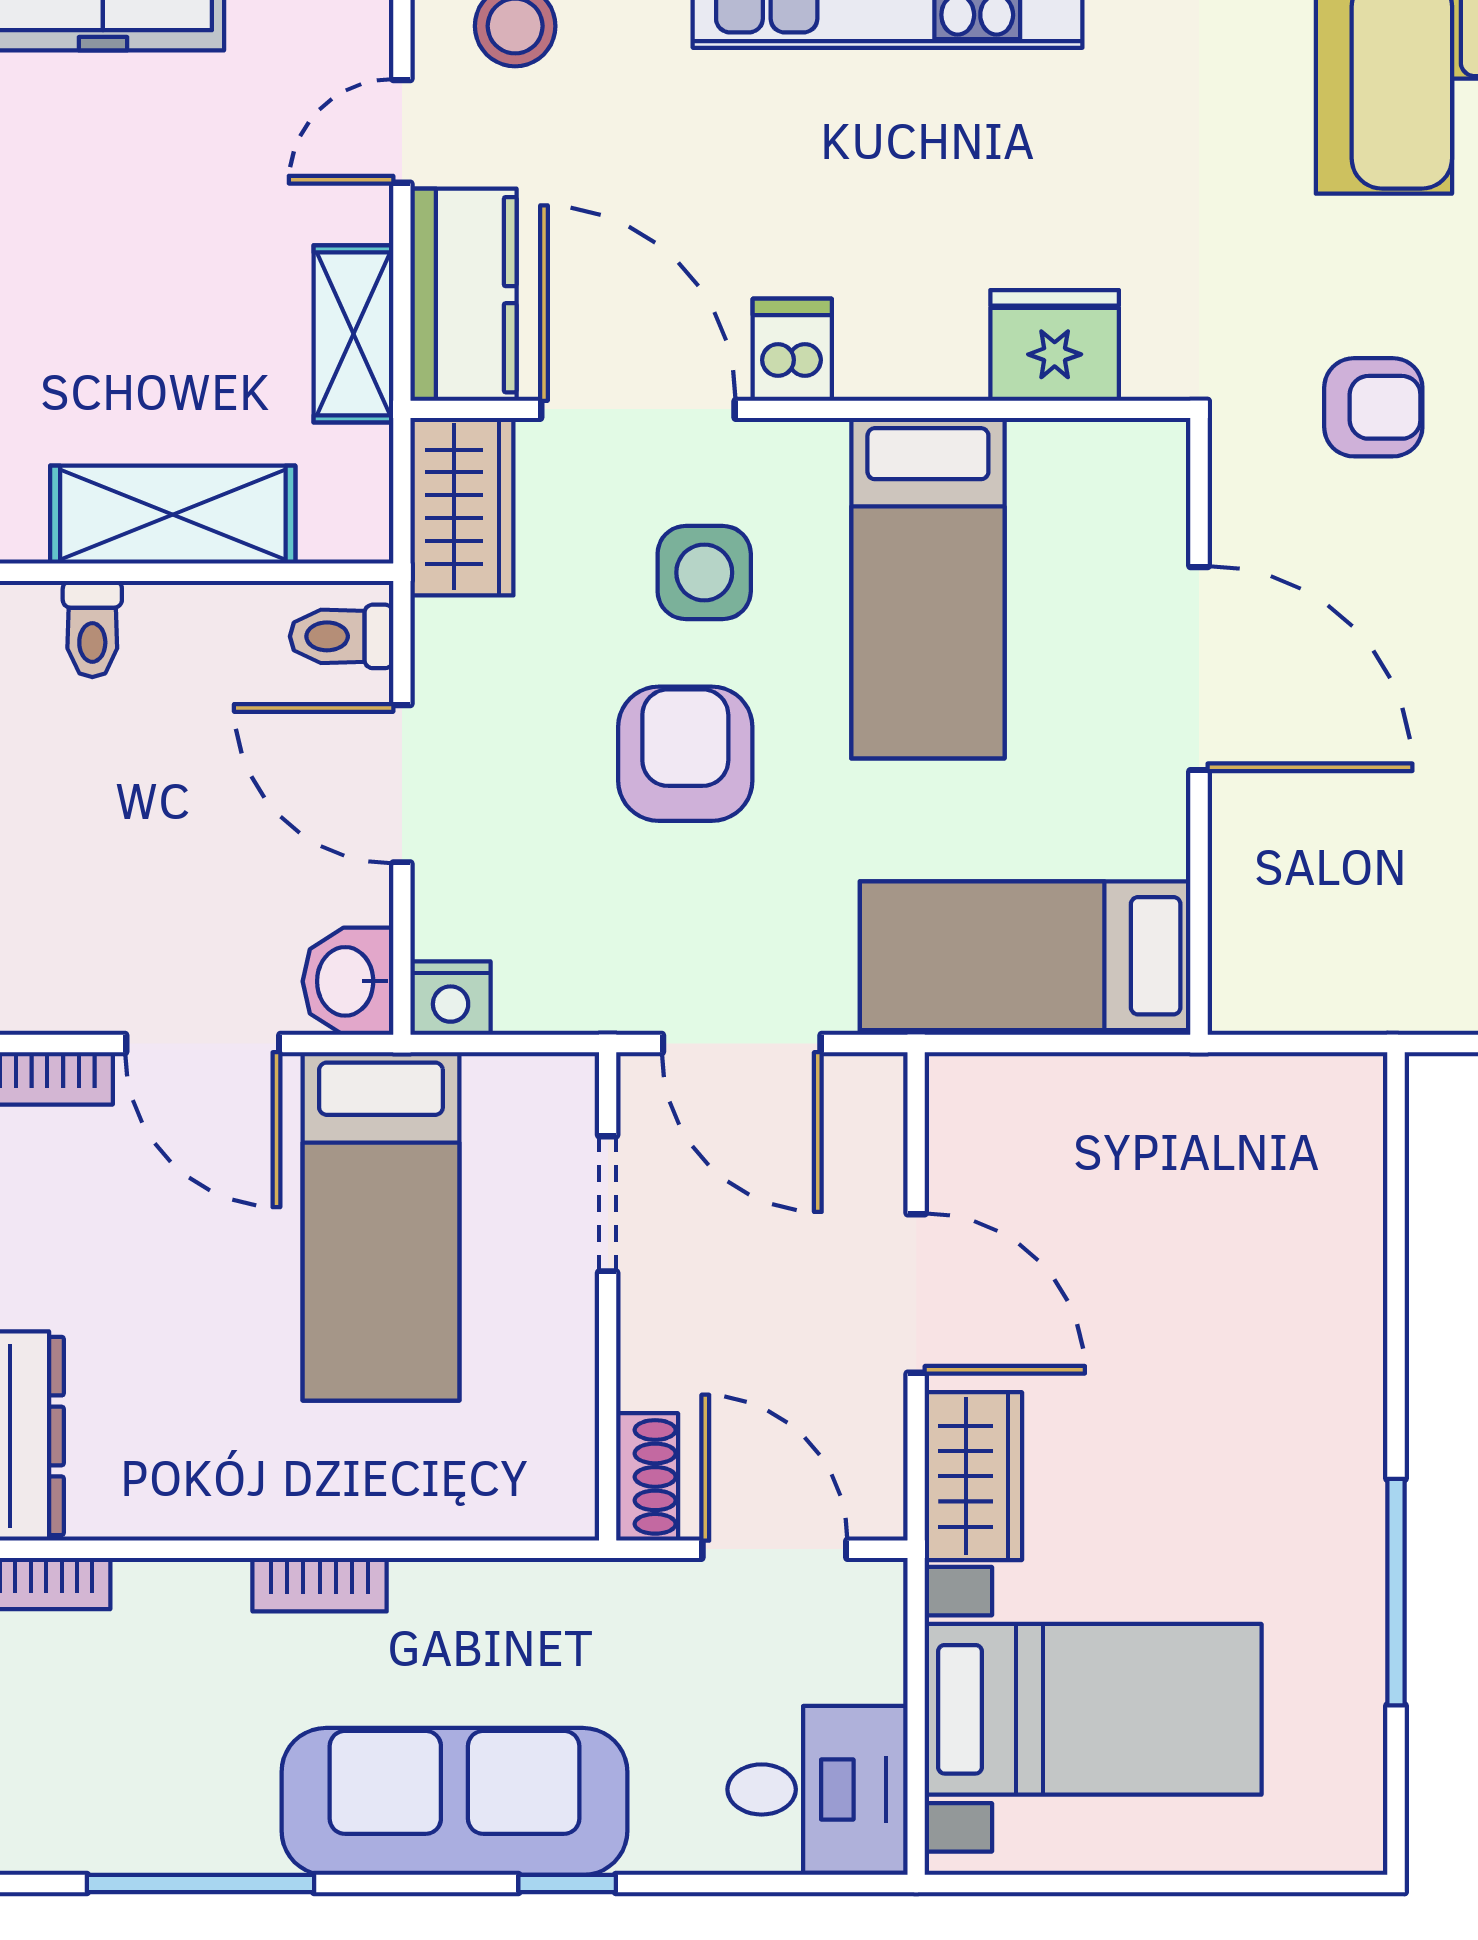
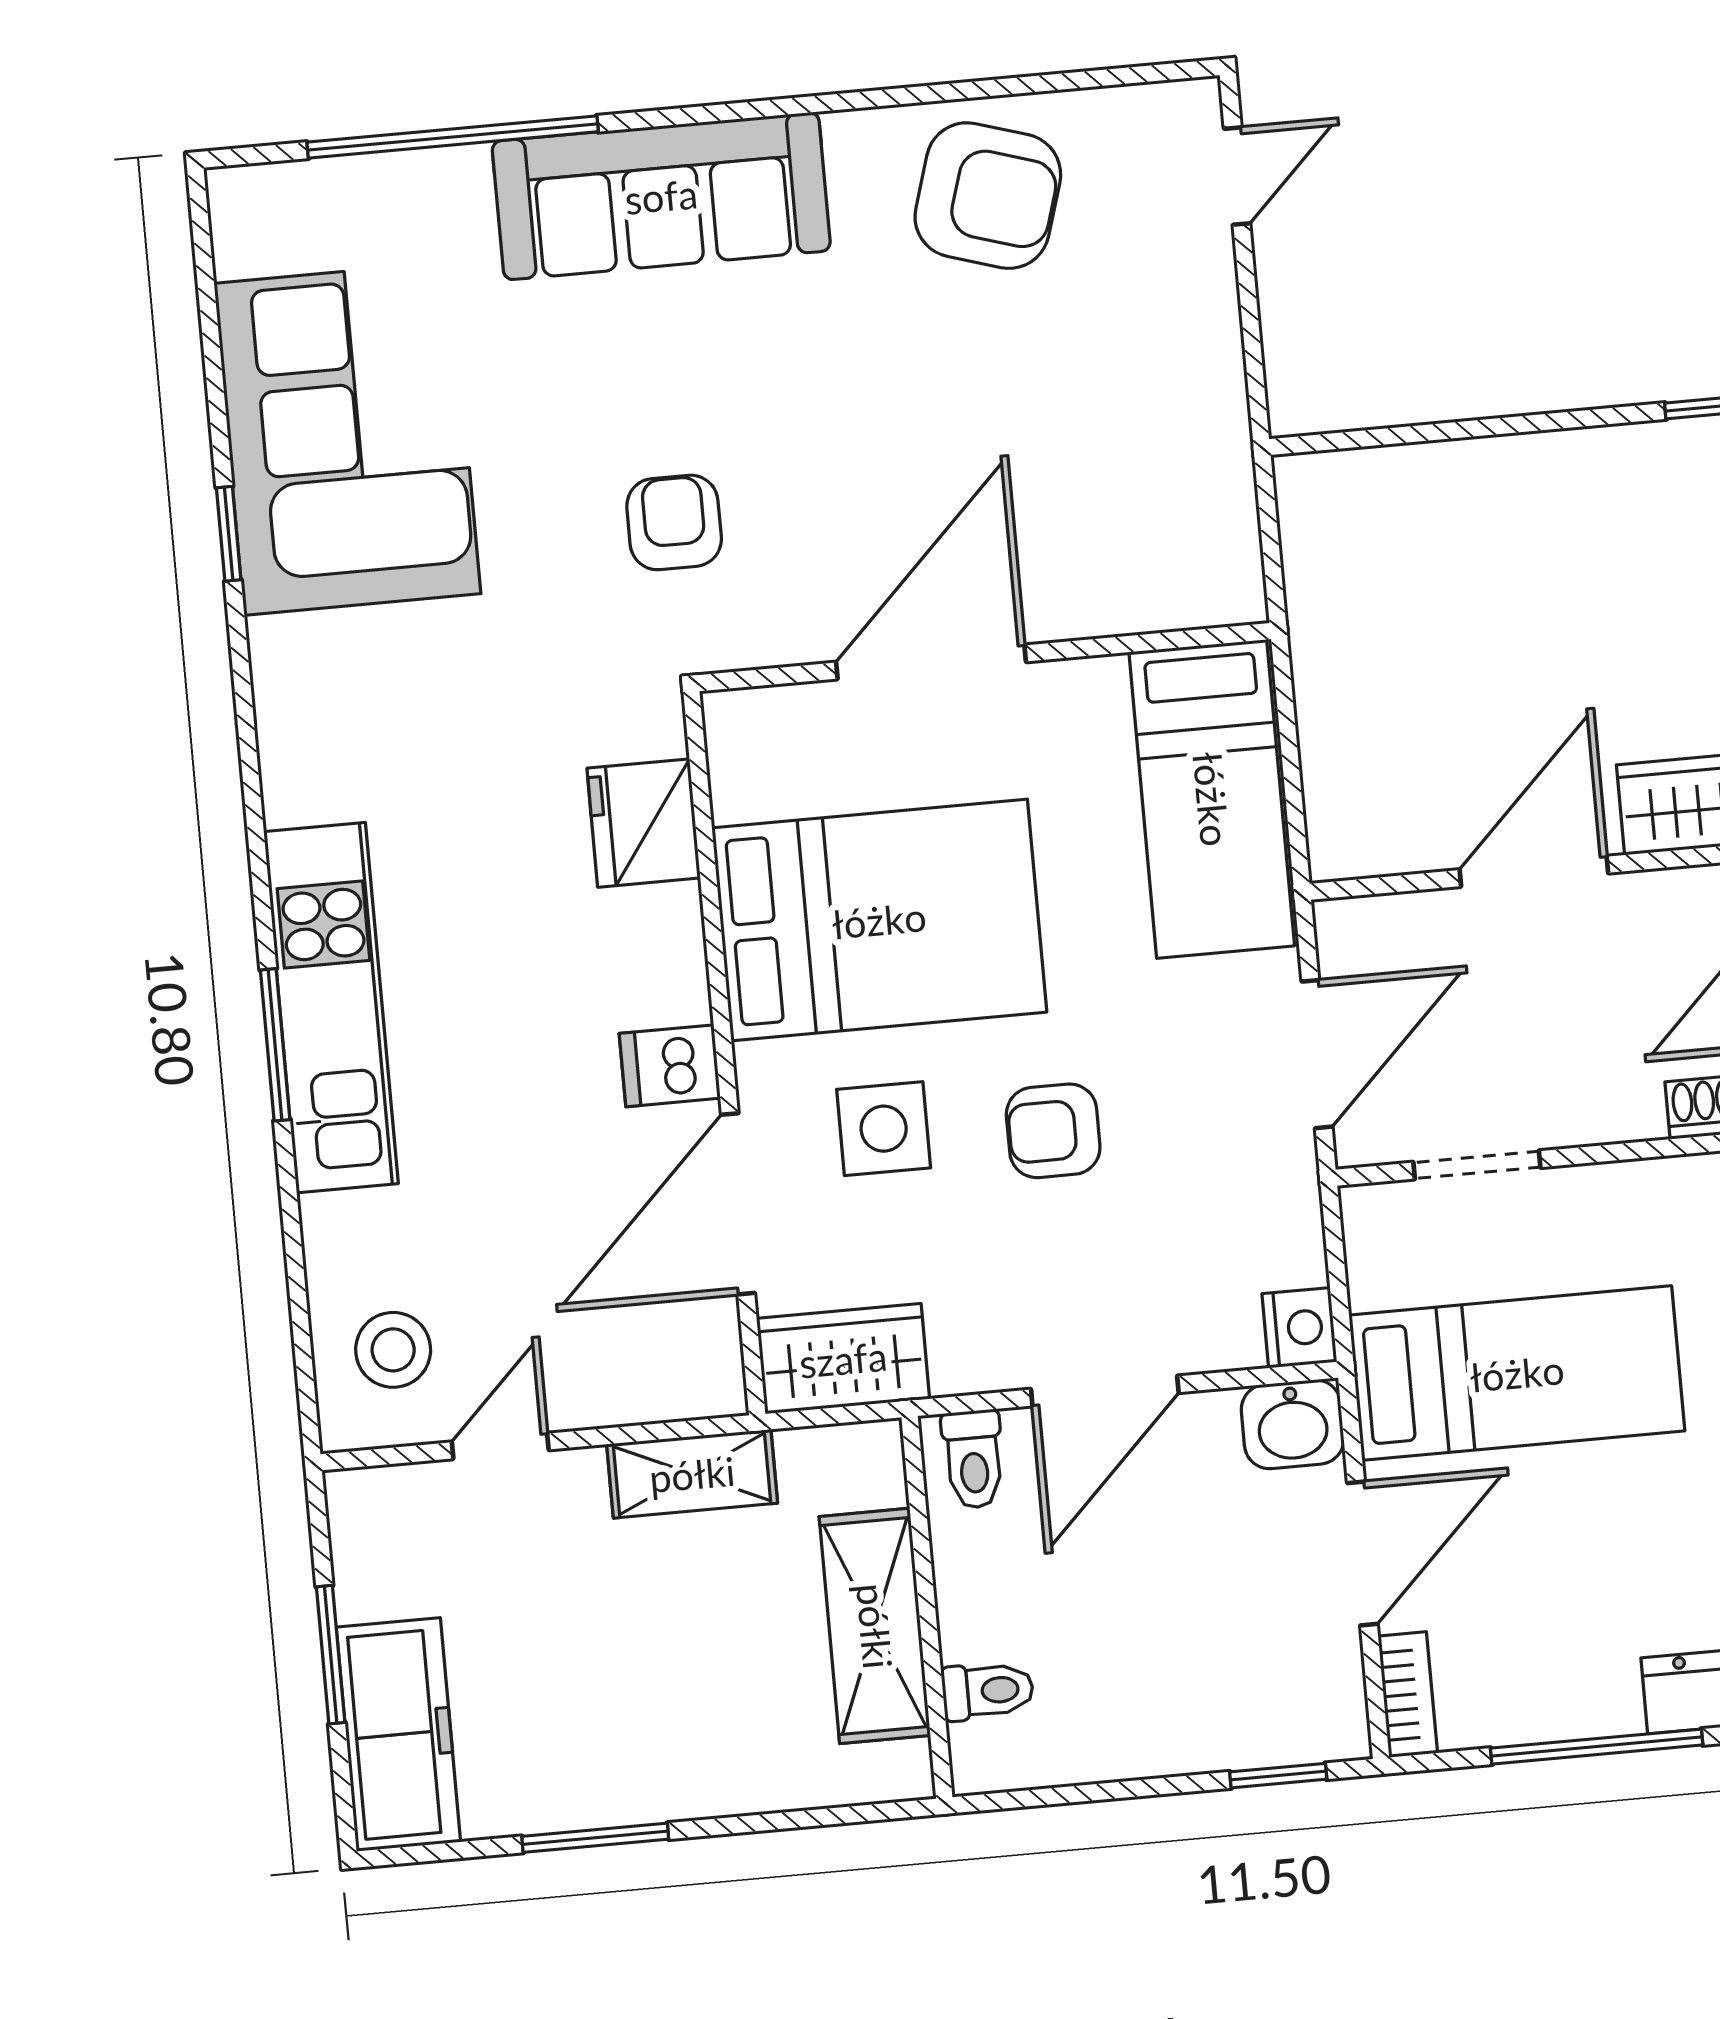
door: (402, 131) -> (500, 1446), swing flipped
kitchen counter: (463, 295) -> (646, 1375), removed
bed: (928, 588) -> (879, 920), width x1.50
armchair: (685, 754) -> (1053, 1131), width x0.72, depth x0.72

